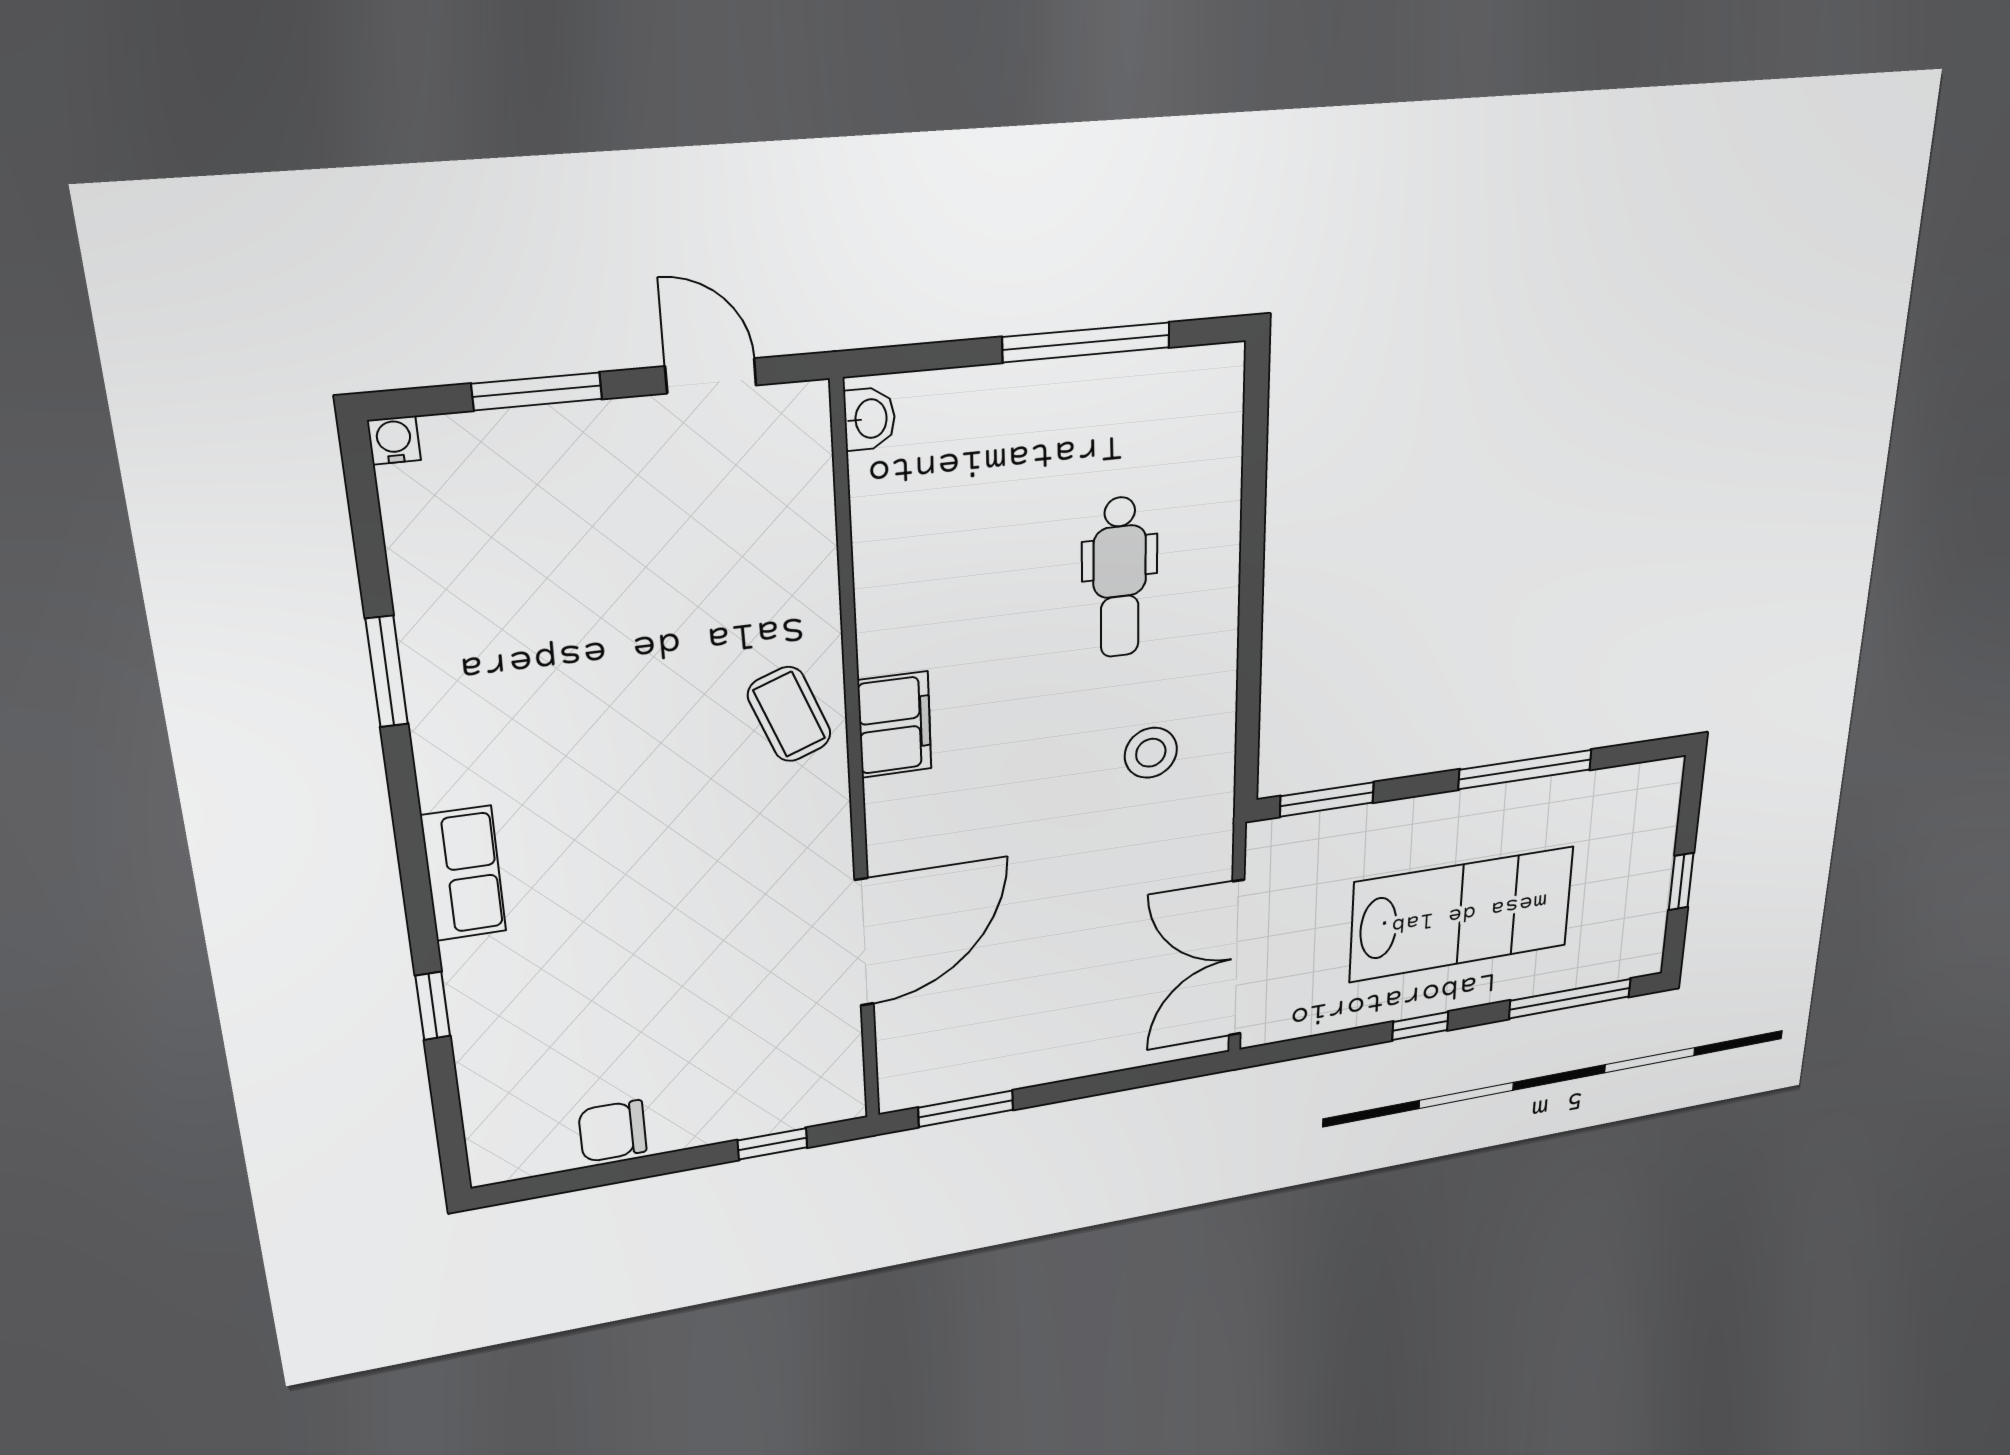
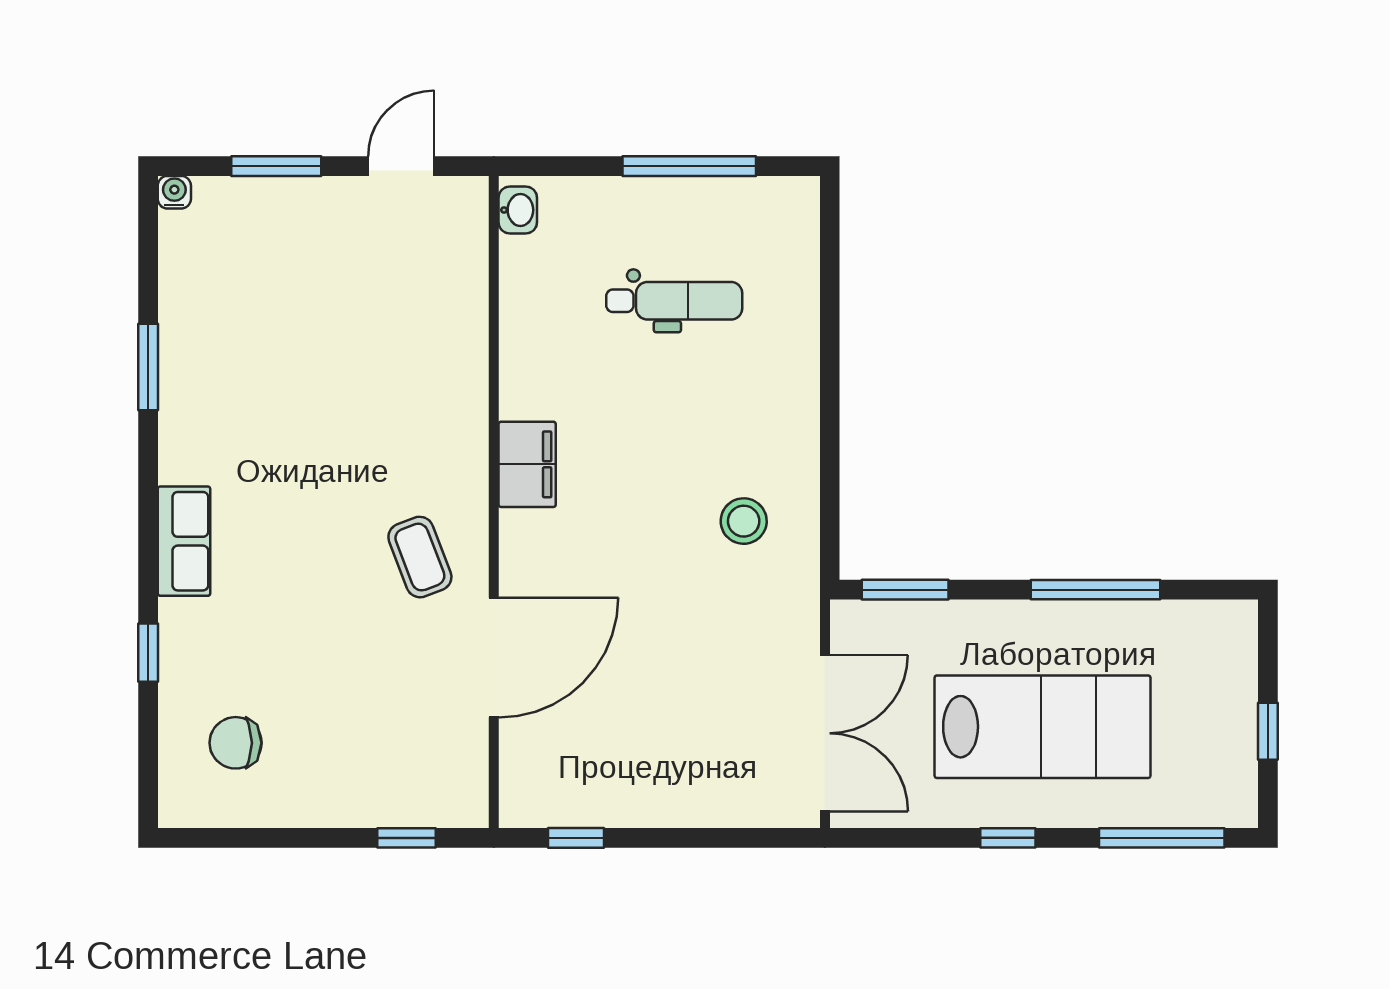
door: (711, 376) -> (401, 166), hinge flipped
dental chair: (1120, 577) -> (674, 301), moved, turned -90
coffee table: (789, 714) -> (420, 557), moved
double door: (1237, 959) -> (825, 733), swing flipped
window: (966, 1109) -> (576, 838), width x0.67
chair: (613, 1131) -> (236, 743), moved

